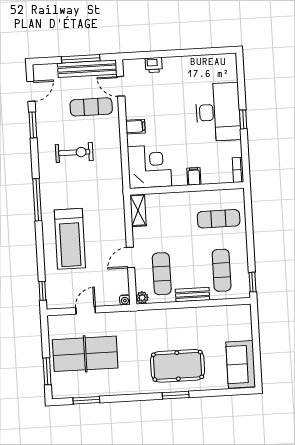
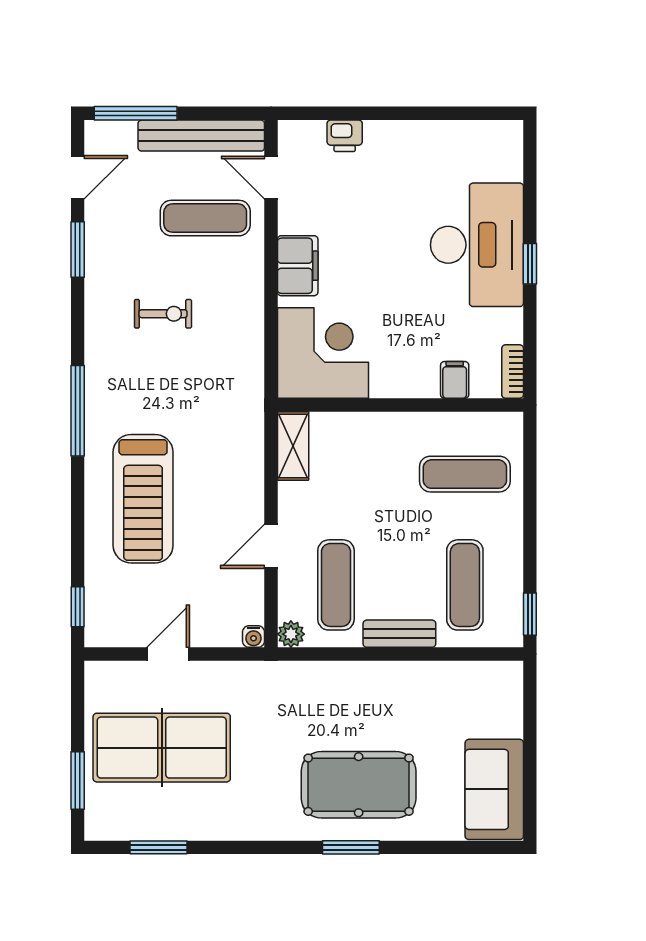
window: (81, 59) -> (136, 113), moved
filing cabinet: (135, 127) -> (298, 266), width x2.00
exercise bike: (74, 152) -> (163, 314), width x0.73, depth x0.72
filing cabinet: (194, 176) -> (455, 380), moved

